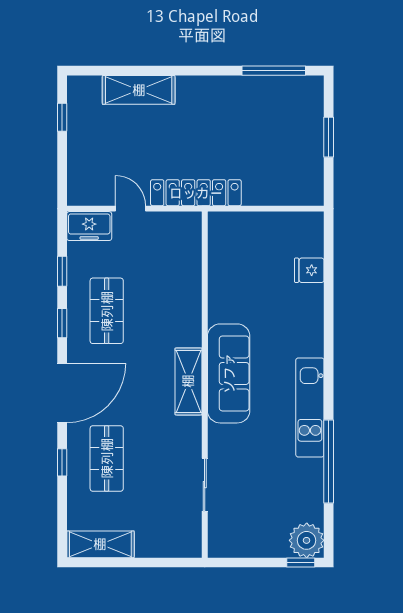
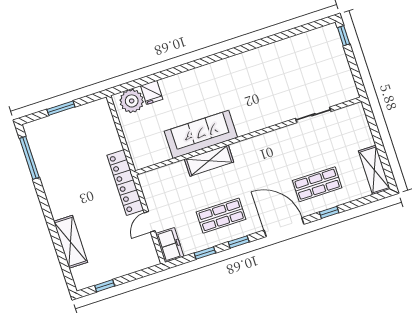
sofa: (229, 373) -> (201, 134), moved
shelving: (188, 381) -> (209, 161), moved
kitchen unit: (310, 407) -> (241, 63), removed
window: (329, 461) -> (272, 39), removed
plant: (307, 540) -> (132, 101), moved

